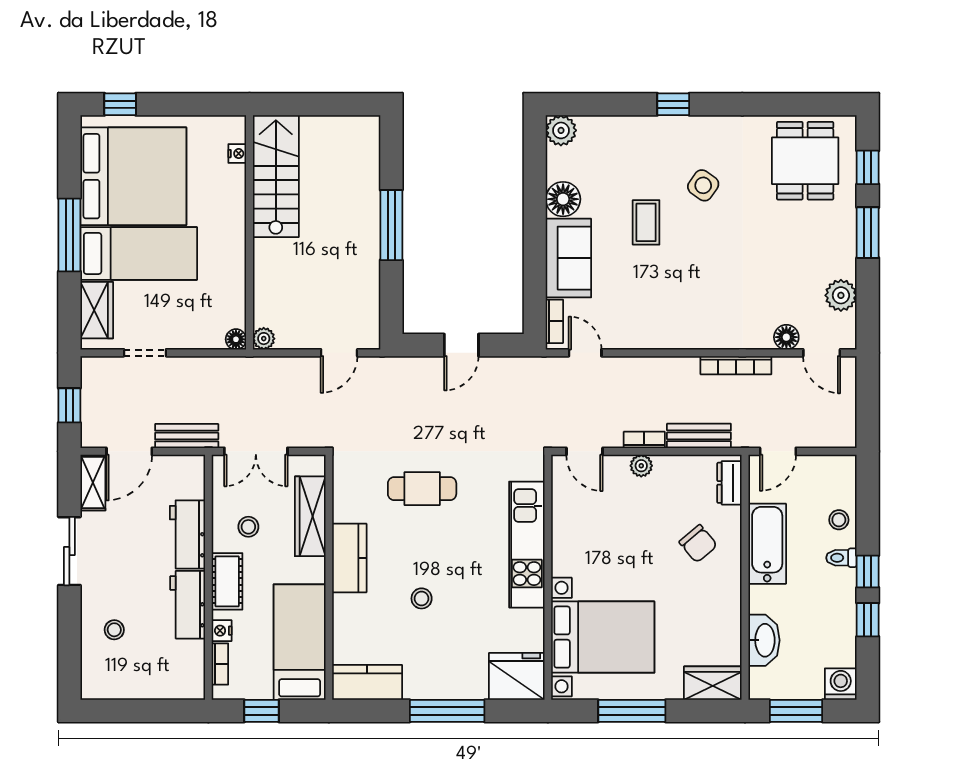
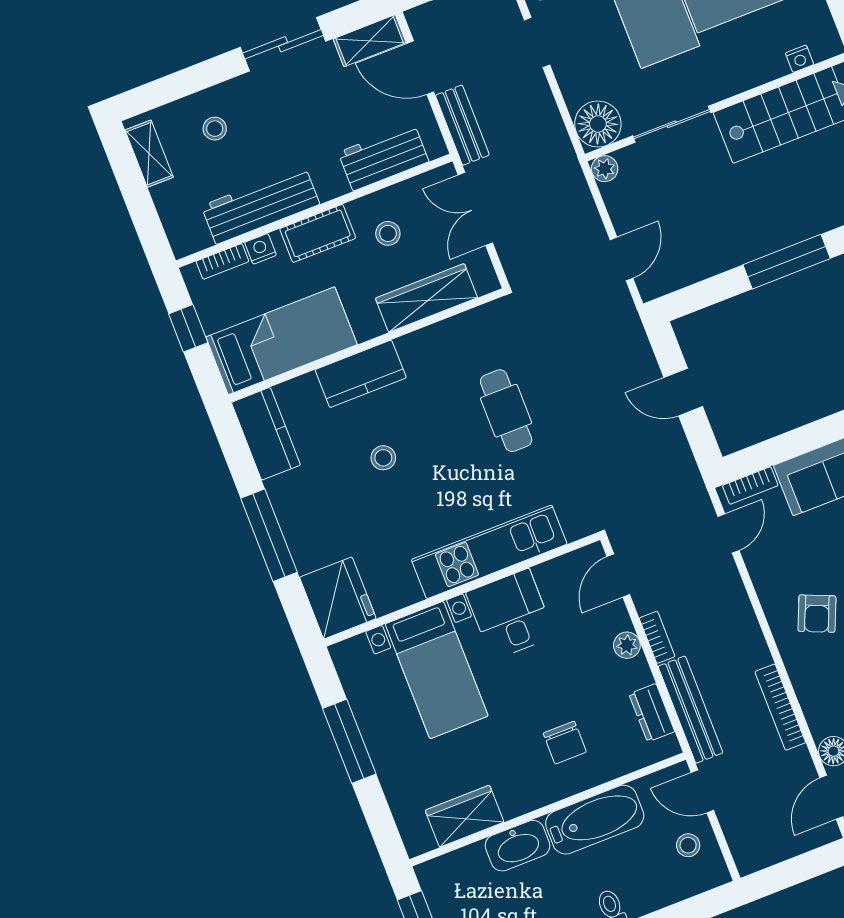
sliding door: (249, 273) -> (672, 124), added
armchair: (674, 308) -> (817, 614), added
floor lamp: (236, 339) -> (598, 124), width x1.89, depth x1.89
door: (339, 353) -> (621, 259), swing flipped
bench: (699, 436) -> (690, 710), width x1.36
dresser: (729, 483) -> (652, 713), moved, turned -90
stool: (839, 520) -> (688, 845), moved
workbench: (188, 534) -> (383, 157), moved
chair: (698, 544) -> (565, 743), turned -50
desk: (582, 547) -> (510, 614), added
kitchen counter: (349, 558) -> (361, 374), moved
workbench: (188, 605) -> (260, 205), width x1.38
bed with nightstands: (603, 637) -> (437, 670), width x0.73
washbasin: (764, 640) -> (517, 846), moved
wardrobe: (713, 683) -> (465, 816), moved, turned -90
shelving: (114, 688) -> (149, 154), added

